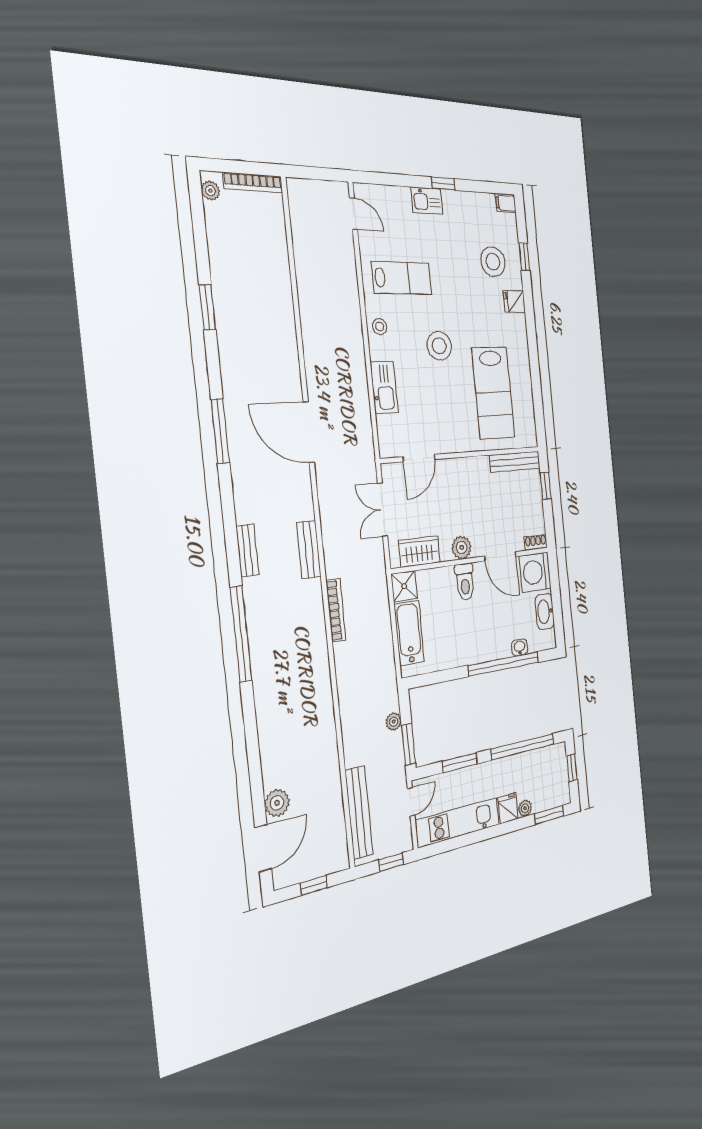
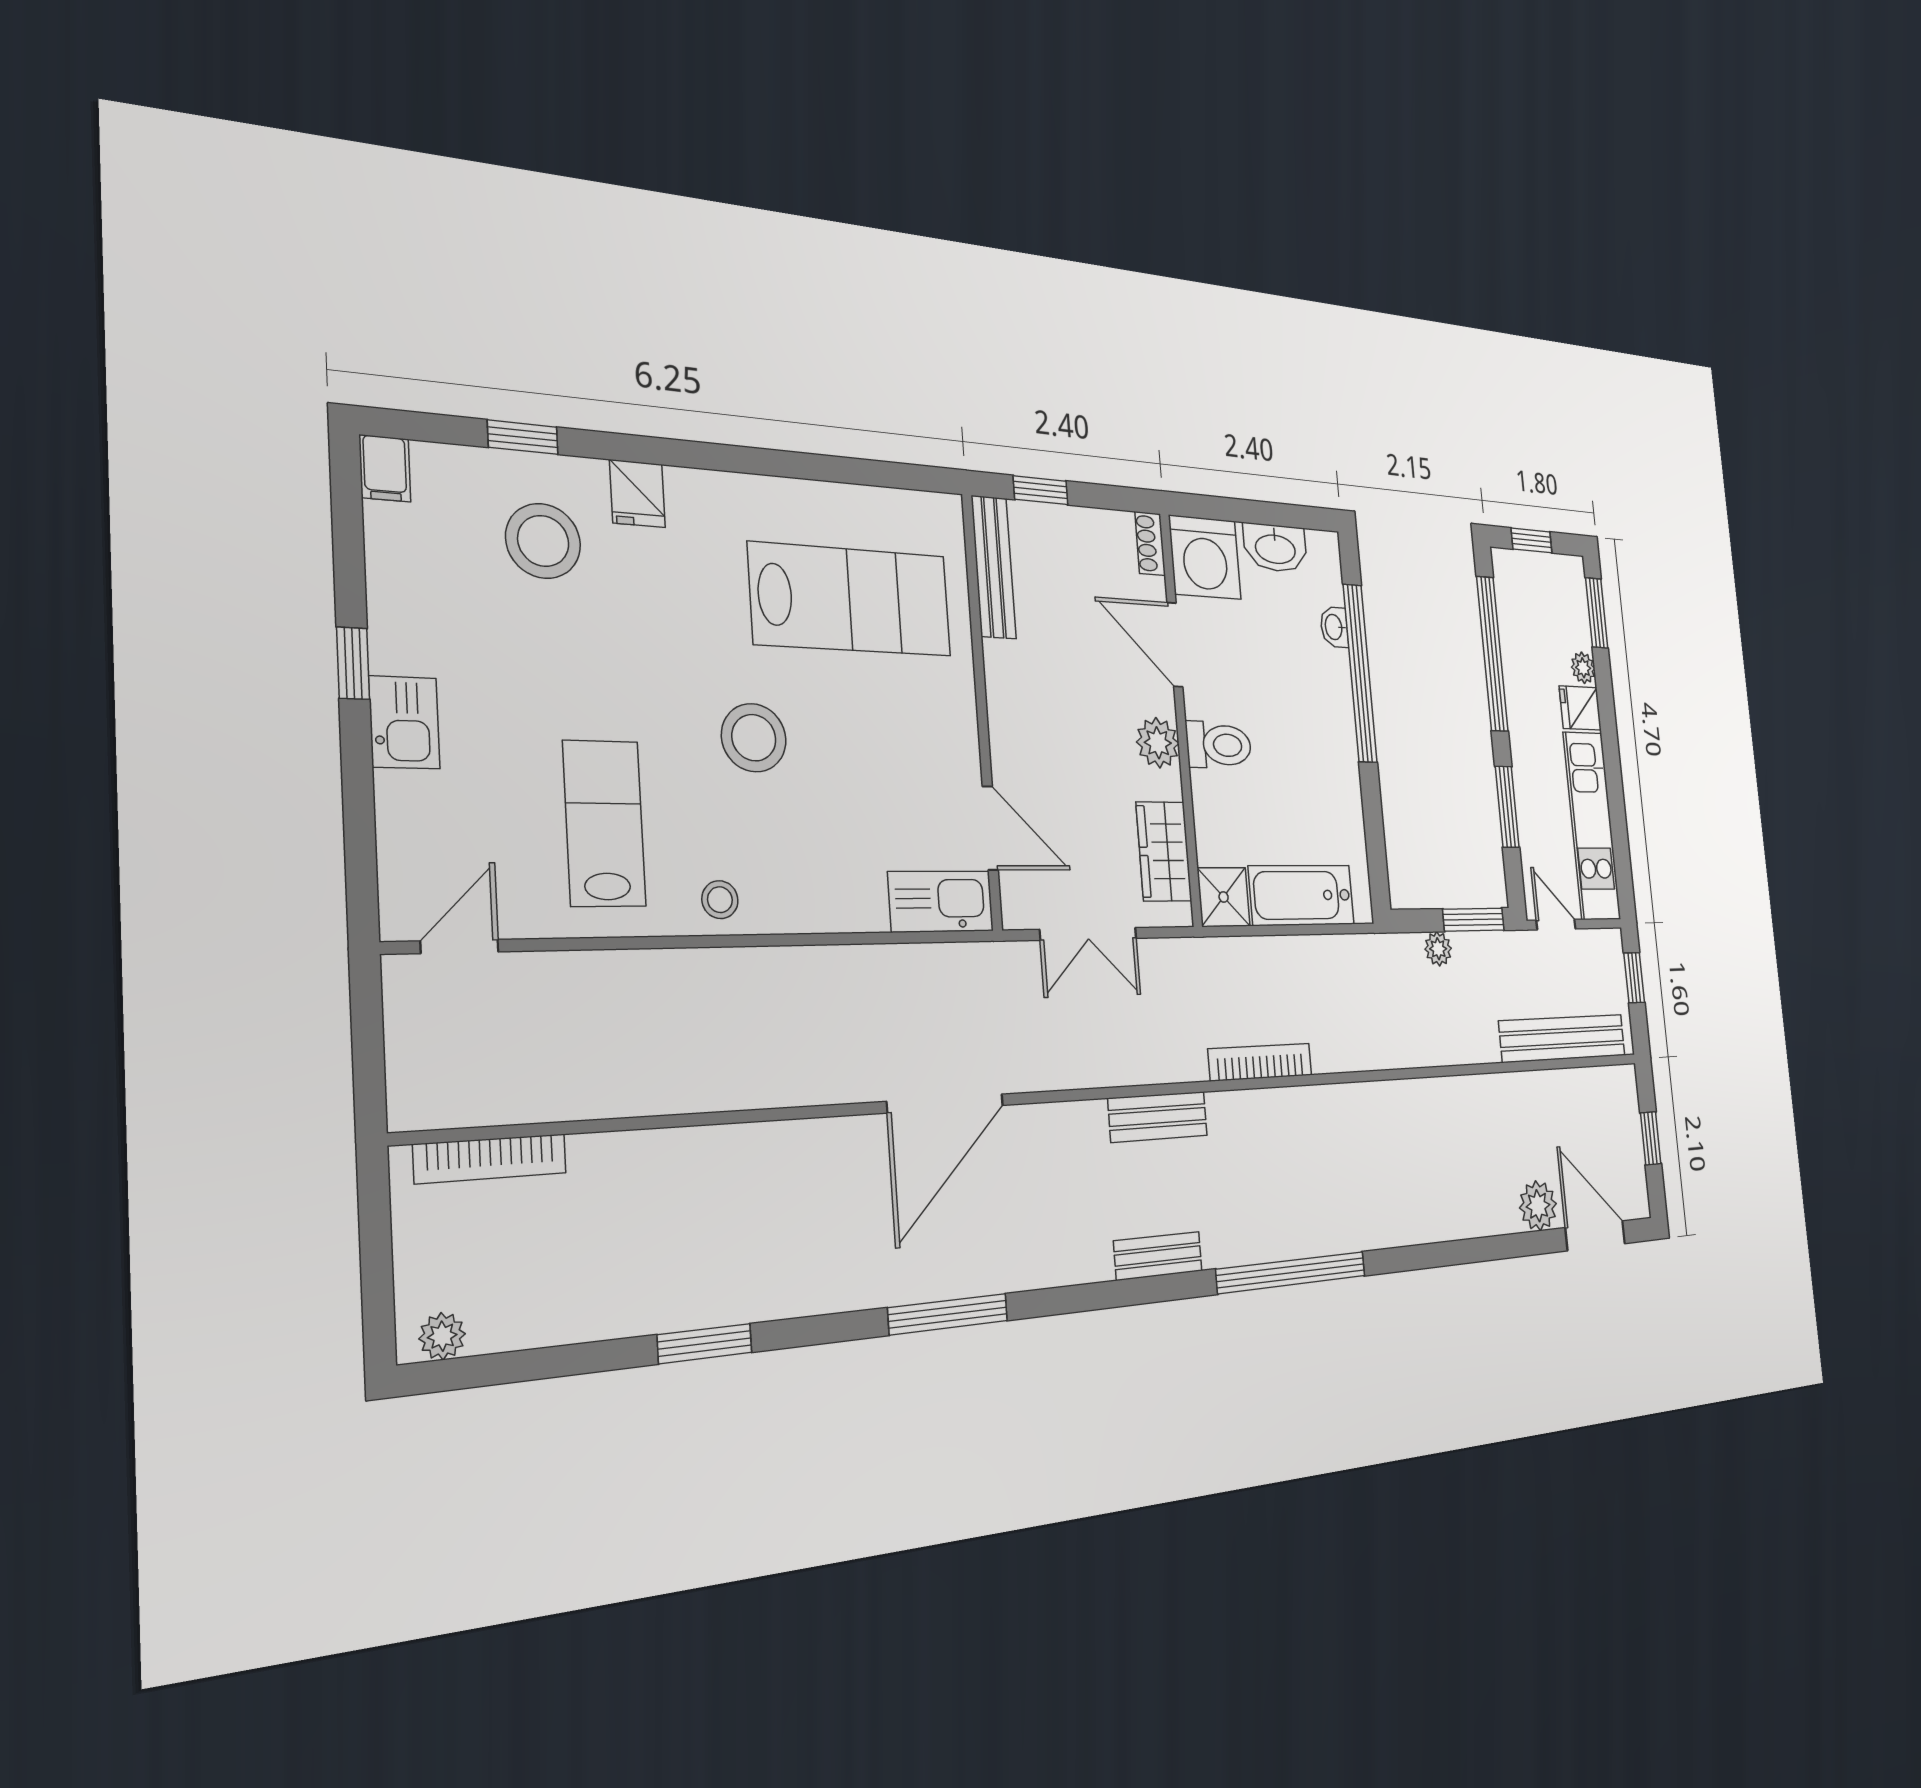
bookcase: (253, 183) -> (490, 1159), moved, turned 90
kitchen sink: (384, 388) -> (941, 901), moved
door: (500, 556) -> (1175, 645), swing flipped

